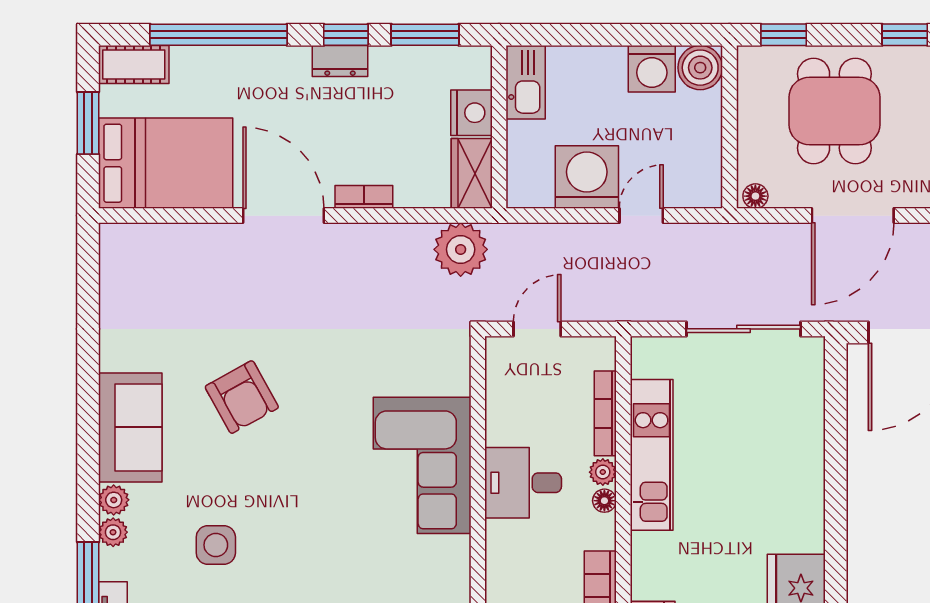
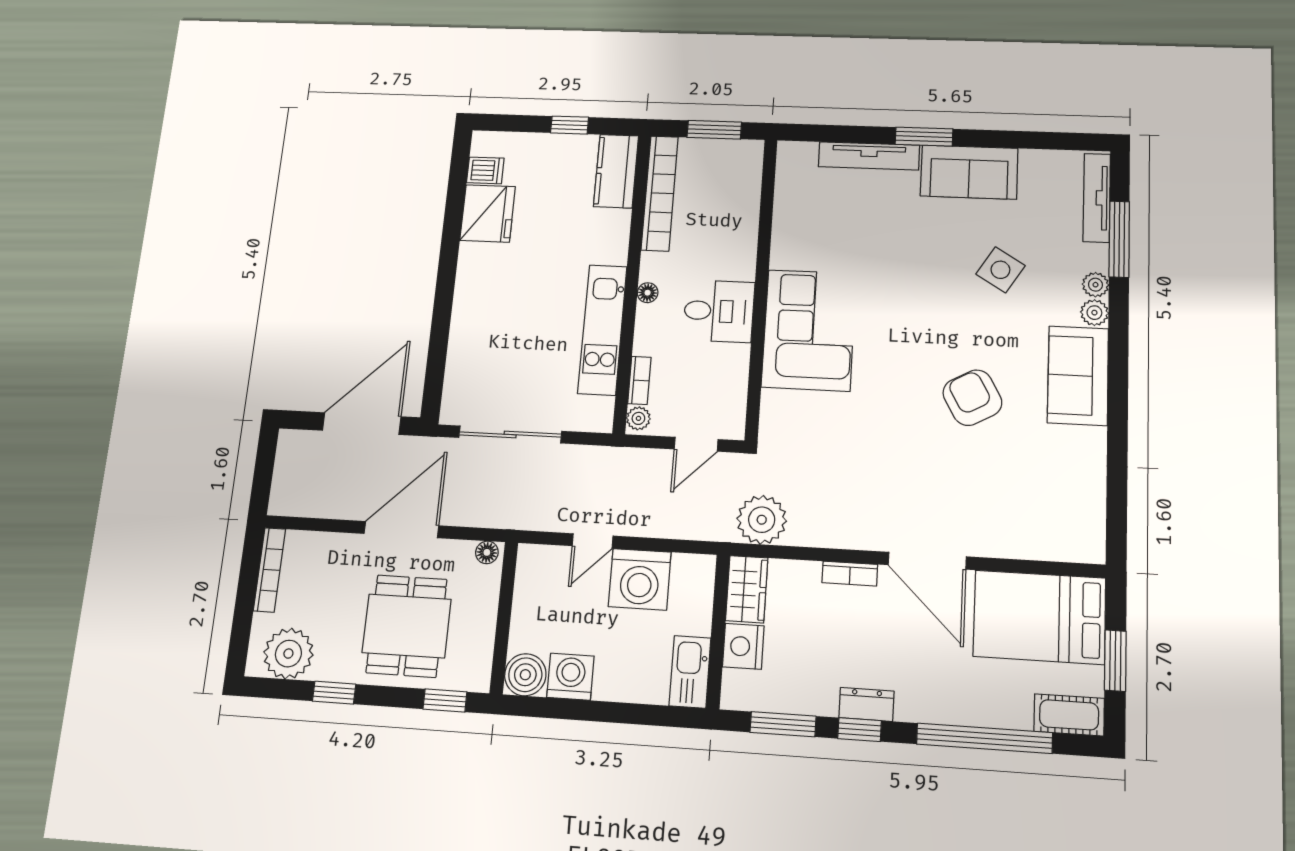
bookcase: (605, 413) -> (639, 380), width x0.64
plant: (603, 472) -> (638, 418), moved
side table: (216, 545) -> (1000, 270), turned 32

